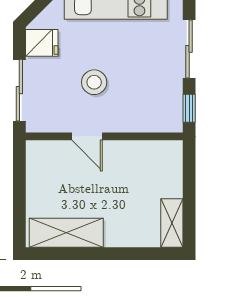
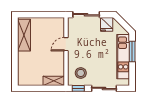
stool: (94, 82) -> (81, 73), moved
shelving: (172, 223) -> (54, 81), moved

